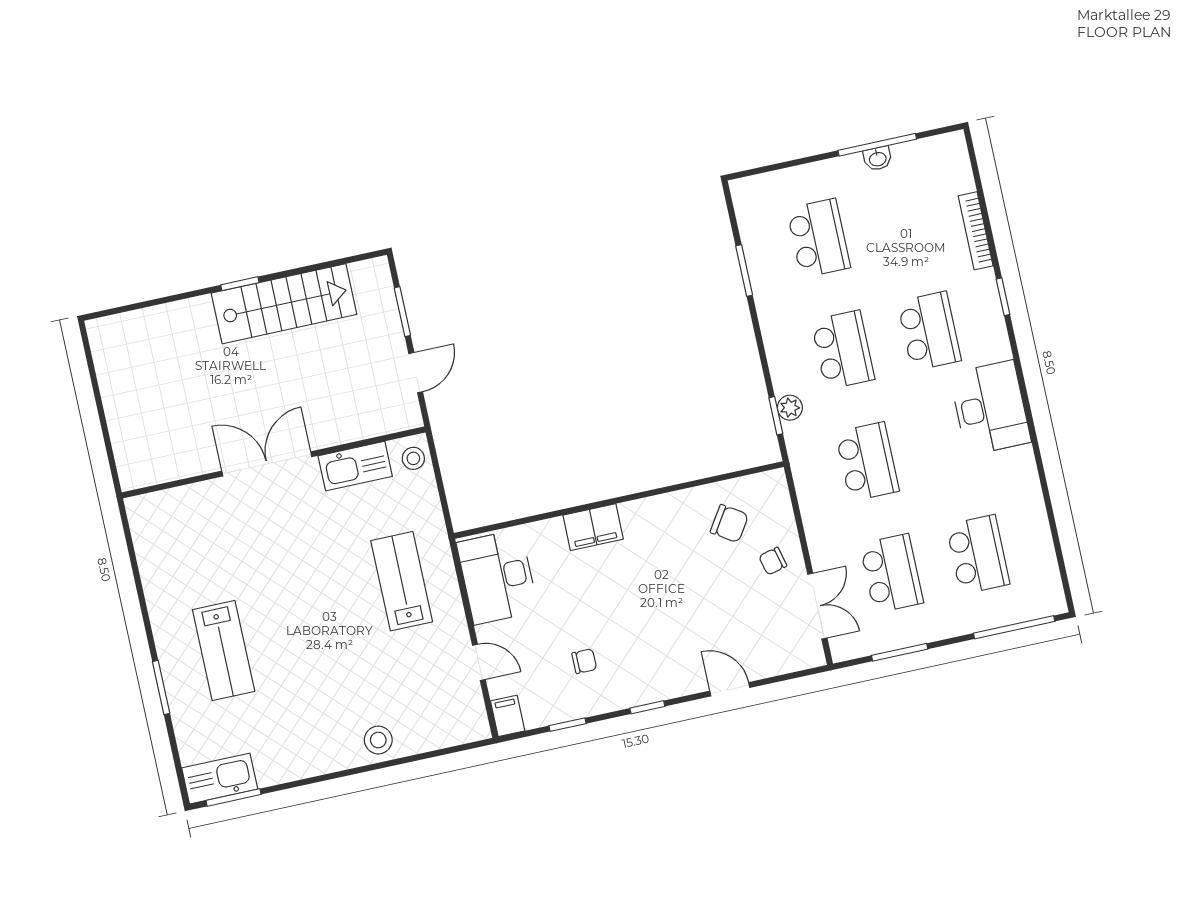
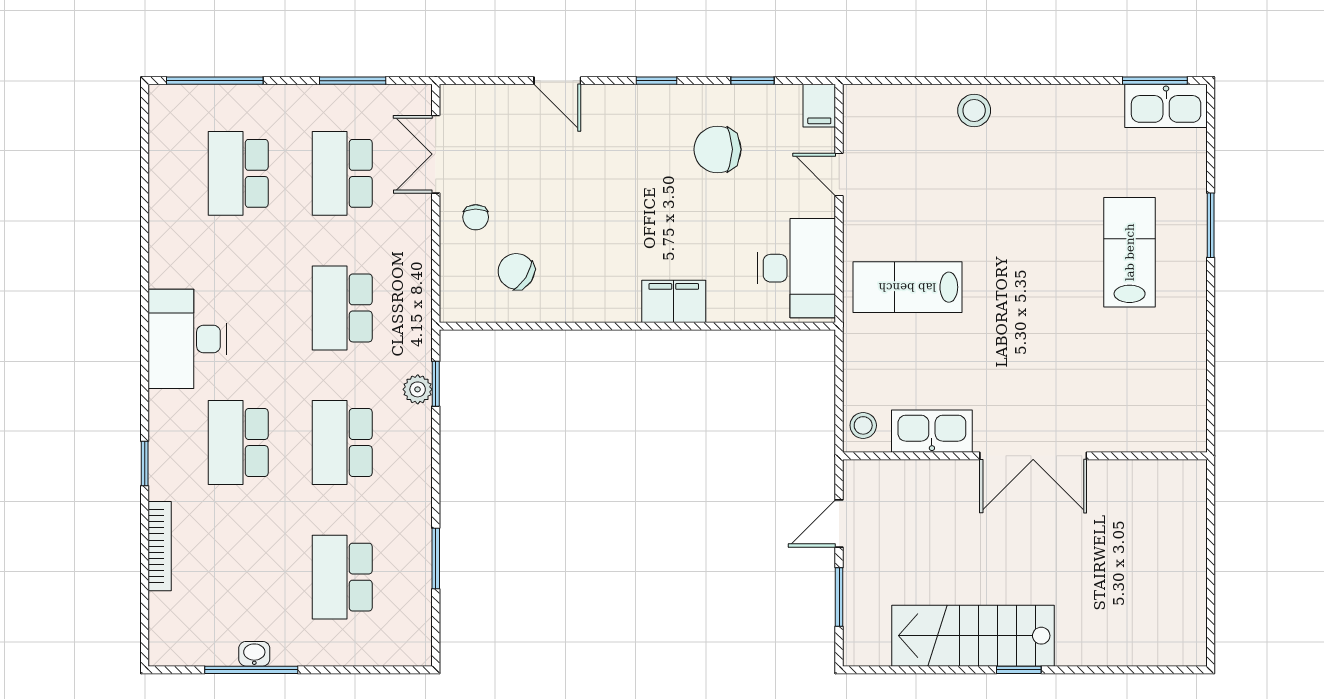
chair: (773, 561) -> (476, 217), turned 104
lab bench: (402, 581) -> (907, 287), turned 90
chair: (584, 661) -> (718, 149), width x1.87, depth x1.87

